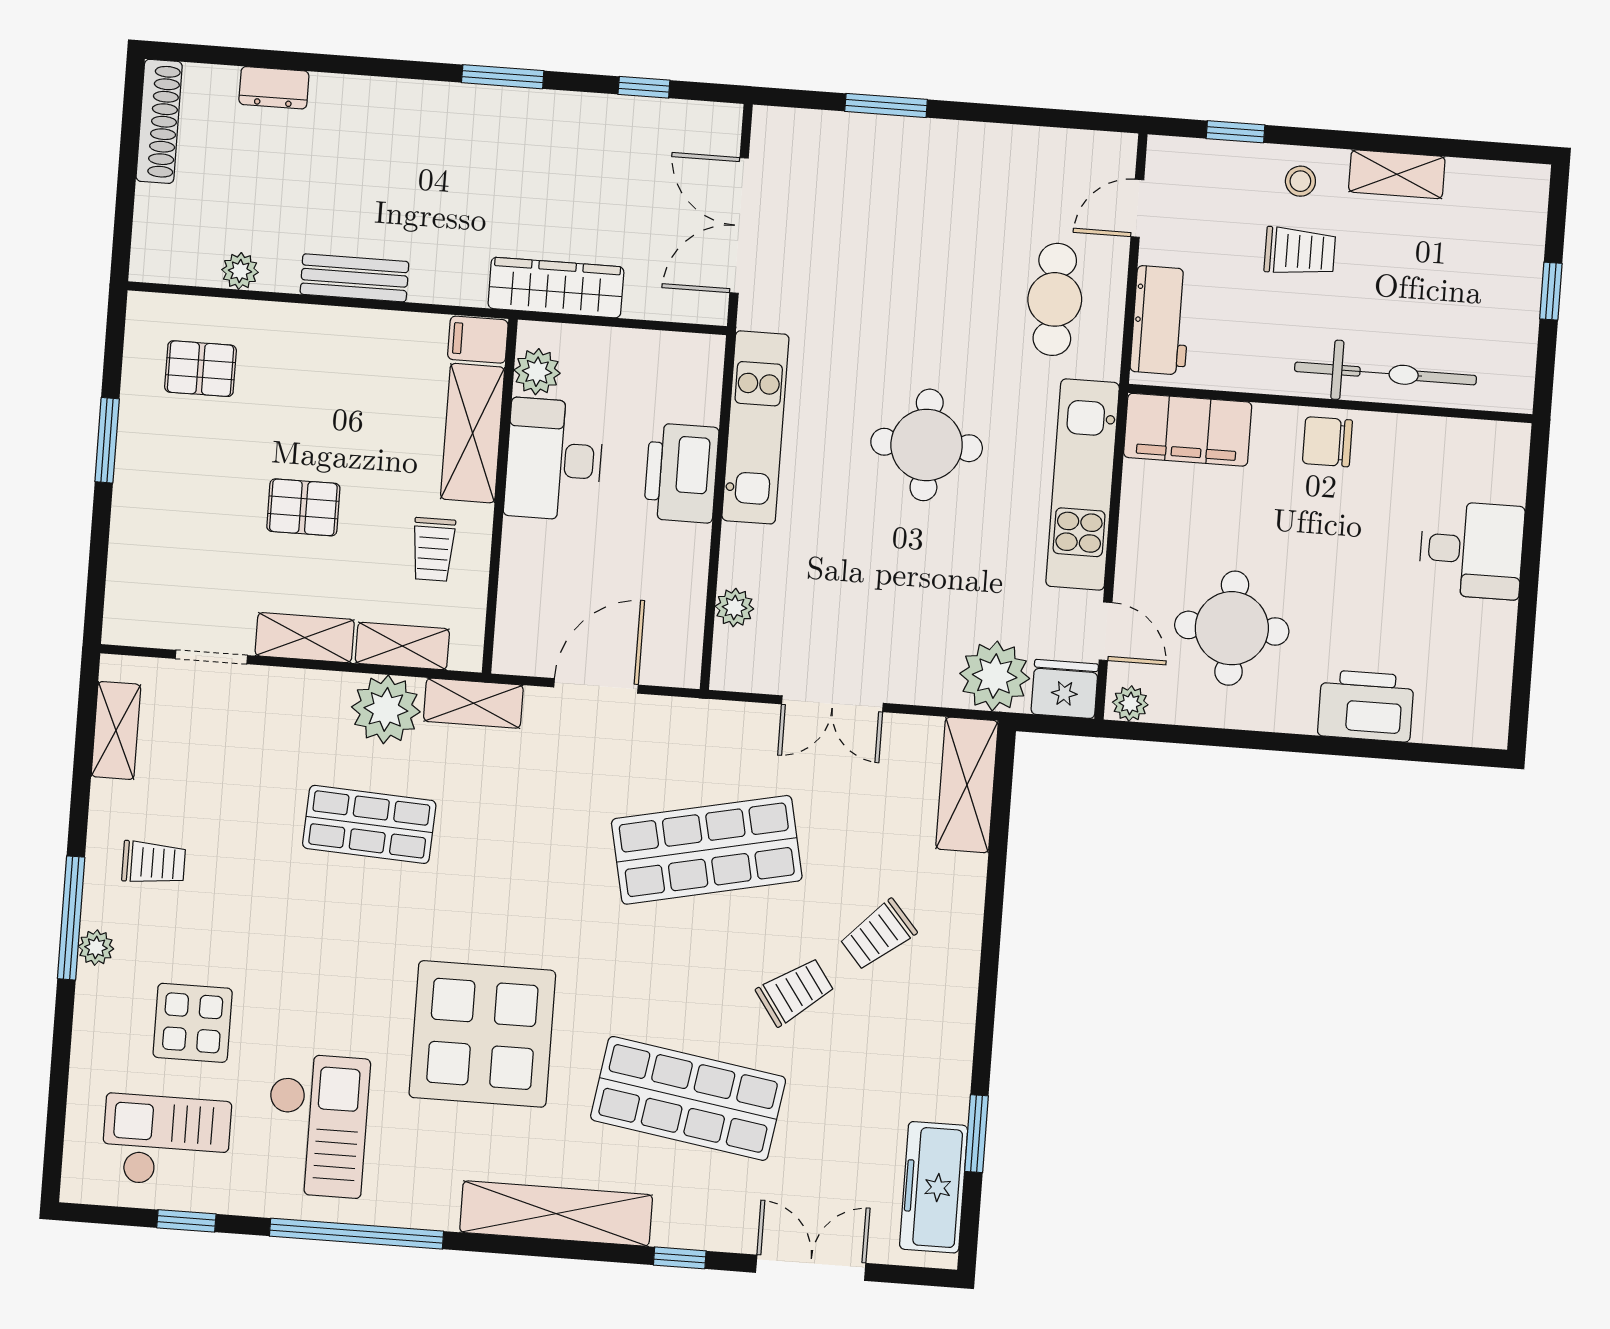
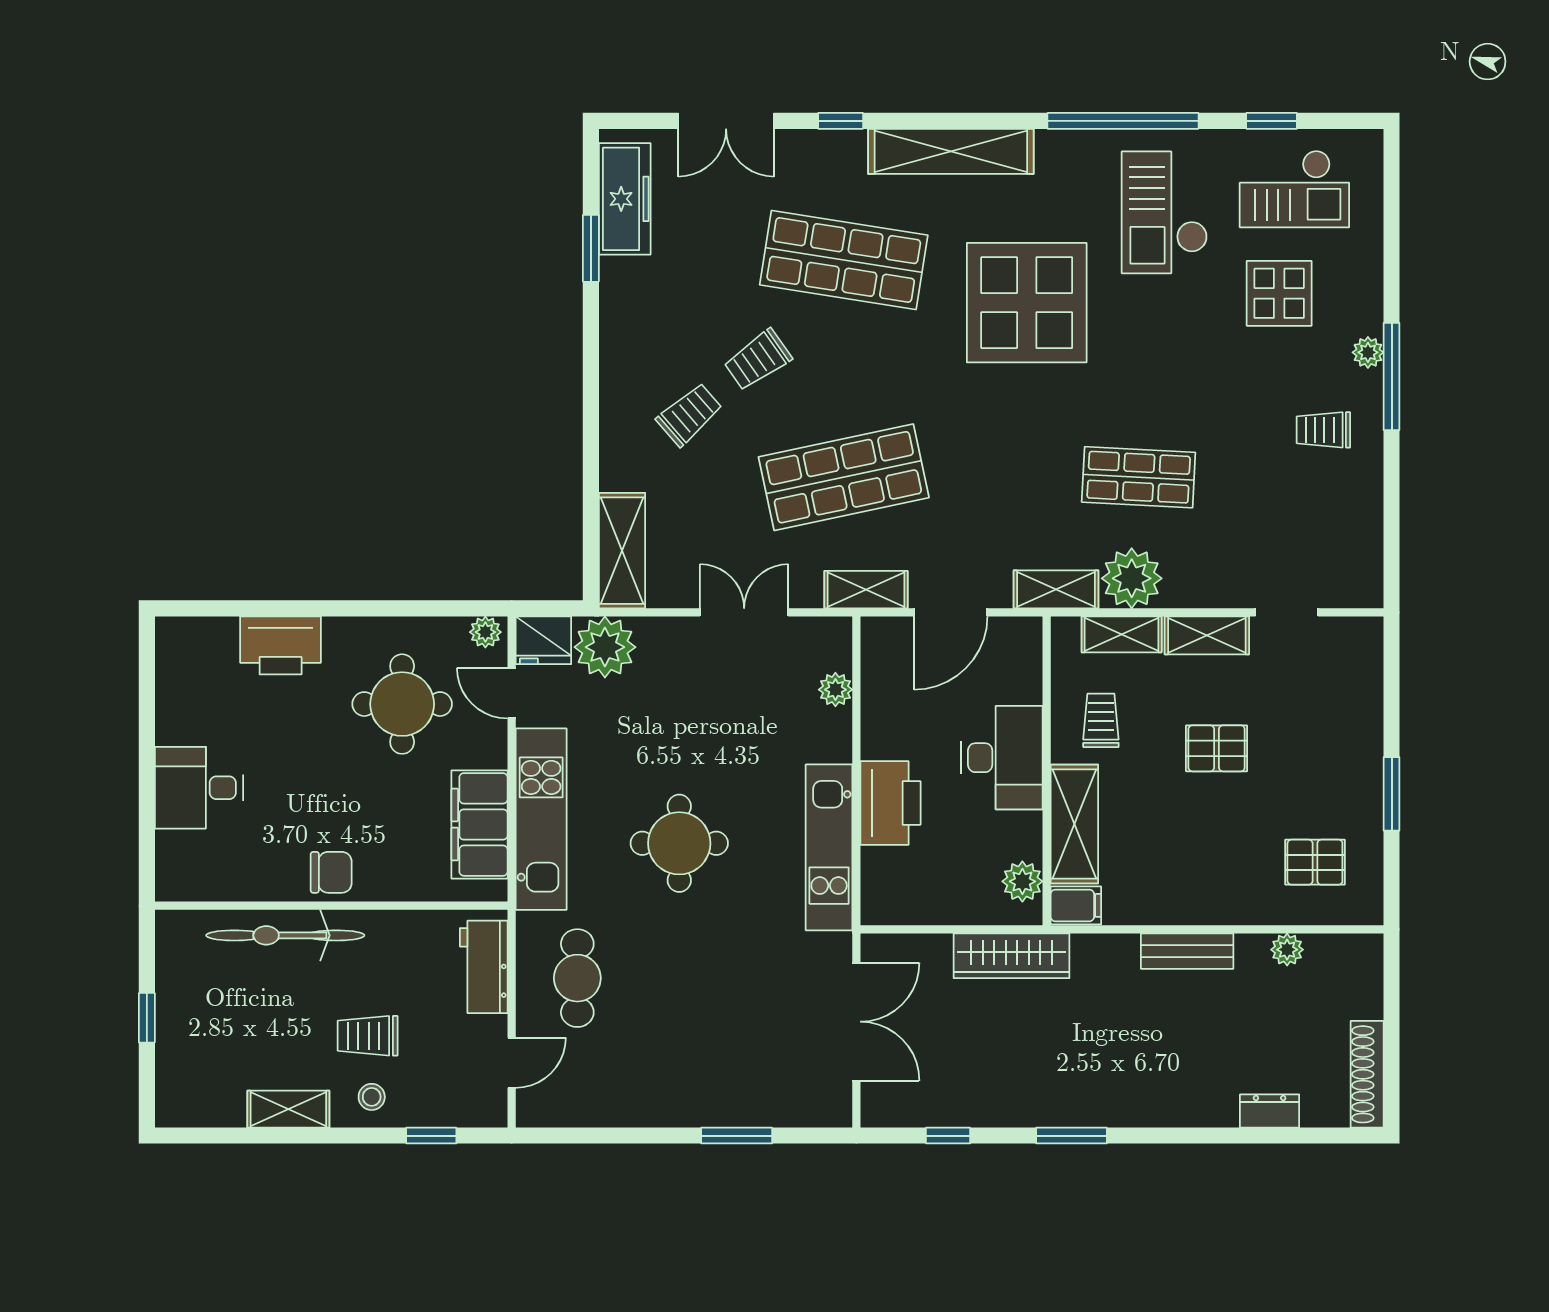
filing cabinet: (1188, 430) -> (479, 824), moved, turned -90
desk: (554, 460) -> (1002, 758), moved
shelving: (116, 730) -> (866, 590), moved, turned 90

